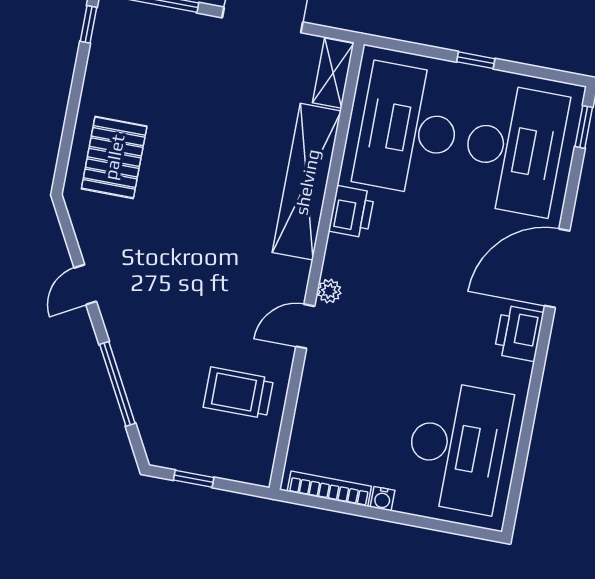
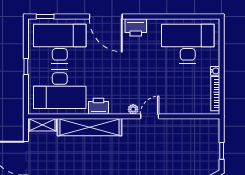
door: (305, 326) -> (150, 116), swing flipped
trolley: (238, 393) -> (183, 139), removed

